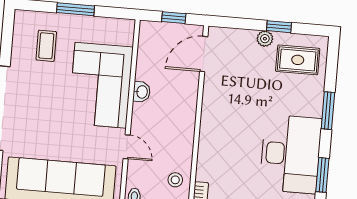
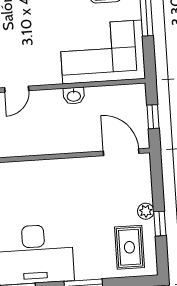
corner sofa: (101, 85) -> (102, 52), moved

